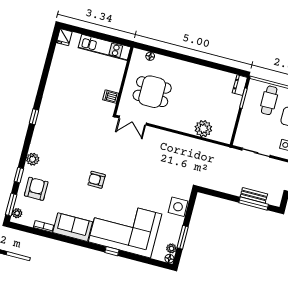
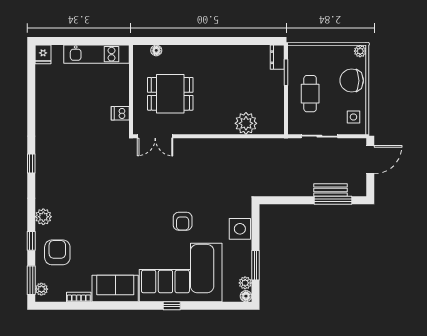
cafe table: (269, 100) -> (310, 94), moved
armchair: (97, 180) -> (183, 221), moved, turned -90

